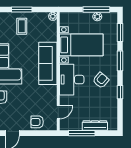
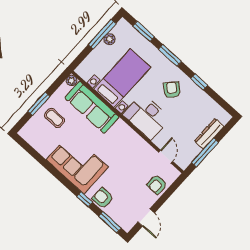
sofa: (48, 63) -> (92, 107), moved

